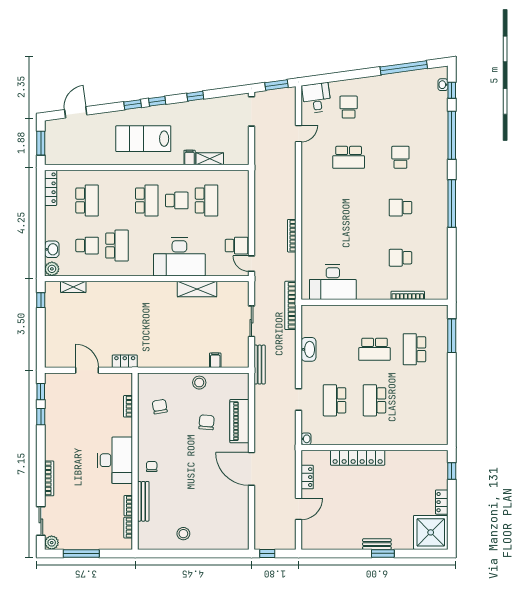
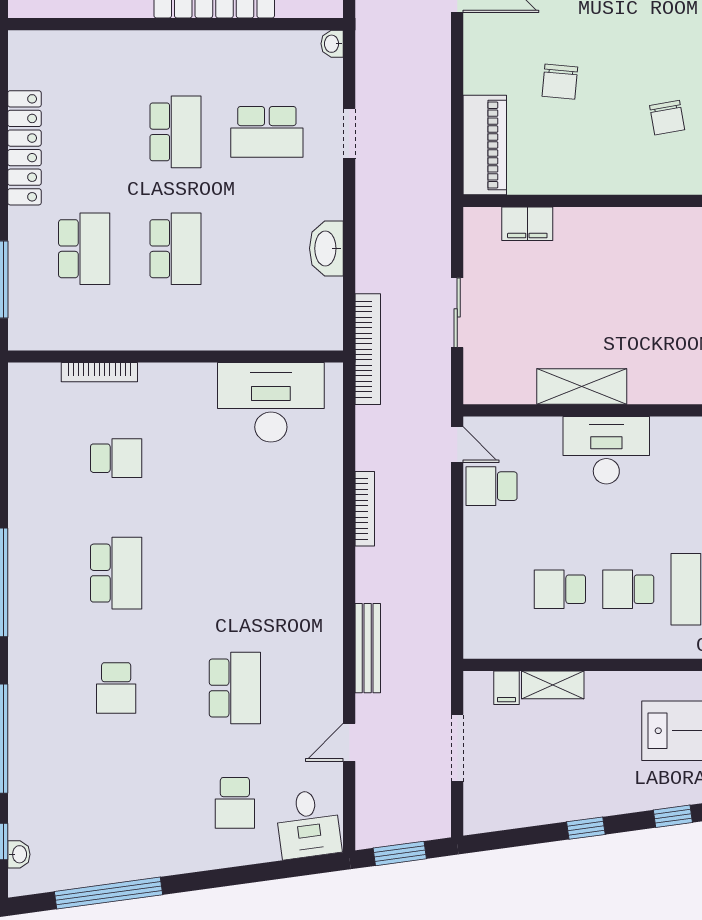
doorway: (251, 111) -> (457, 748), moved
filing cabinet: (190, 157) -> (506, 688), moved
school desk: (349, 157) -> (235, 688), turned 90
school desk: (207, 200) -> (560, 589), width x0.54
school desk: (400, 208) -> (116, 573), width x1.85
desk: (179, 257) -> (606, 450), width x0.73, depth x0.77
school desk: (375, 349) -> (176, 249), turned 90
filing cabinet: (215, 360) -> (527, 224), width x2.00
bench: (260, 365) -> (368, 648), moved
stool: (199, 383) -> (577, 173), removed
locker: (441, 393) -> (24, 148), added
school desk: (335, 400) -> (267, 132), turned 90
piano: (239, 421) -> (485, 145), moved

